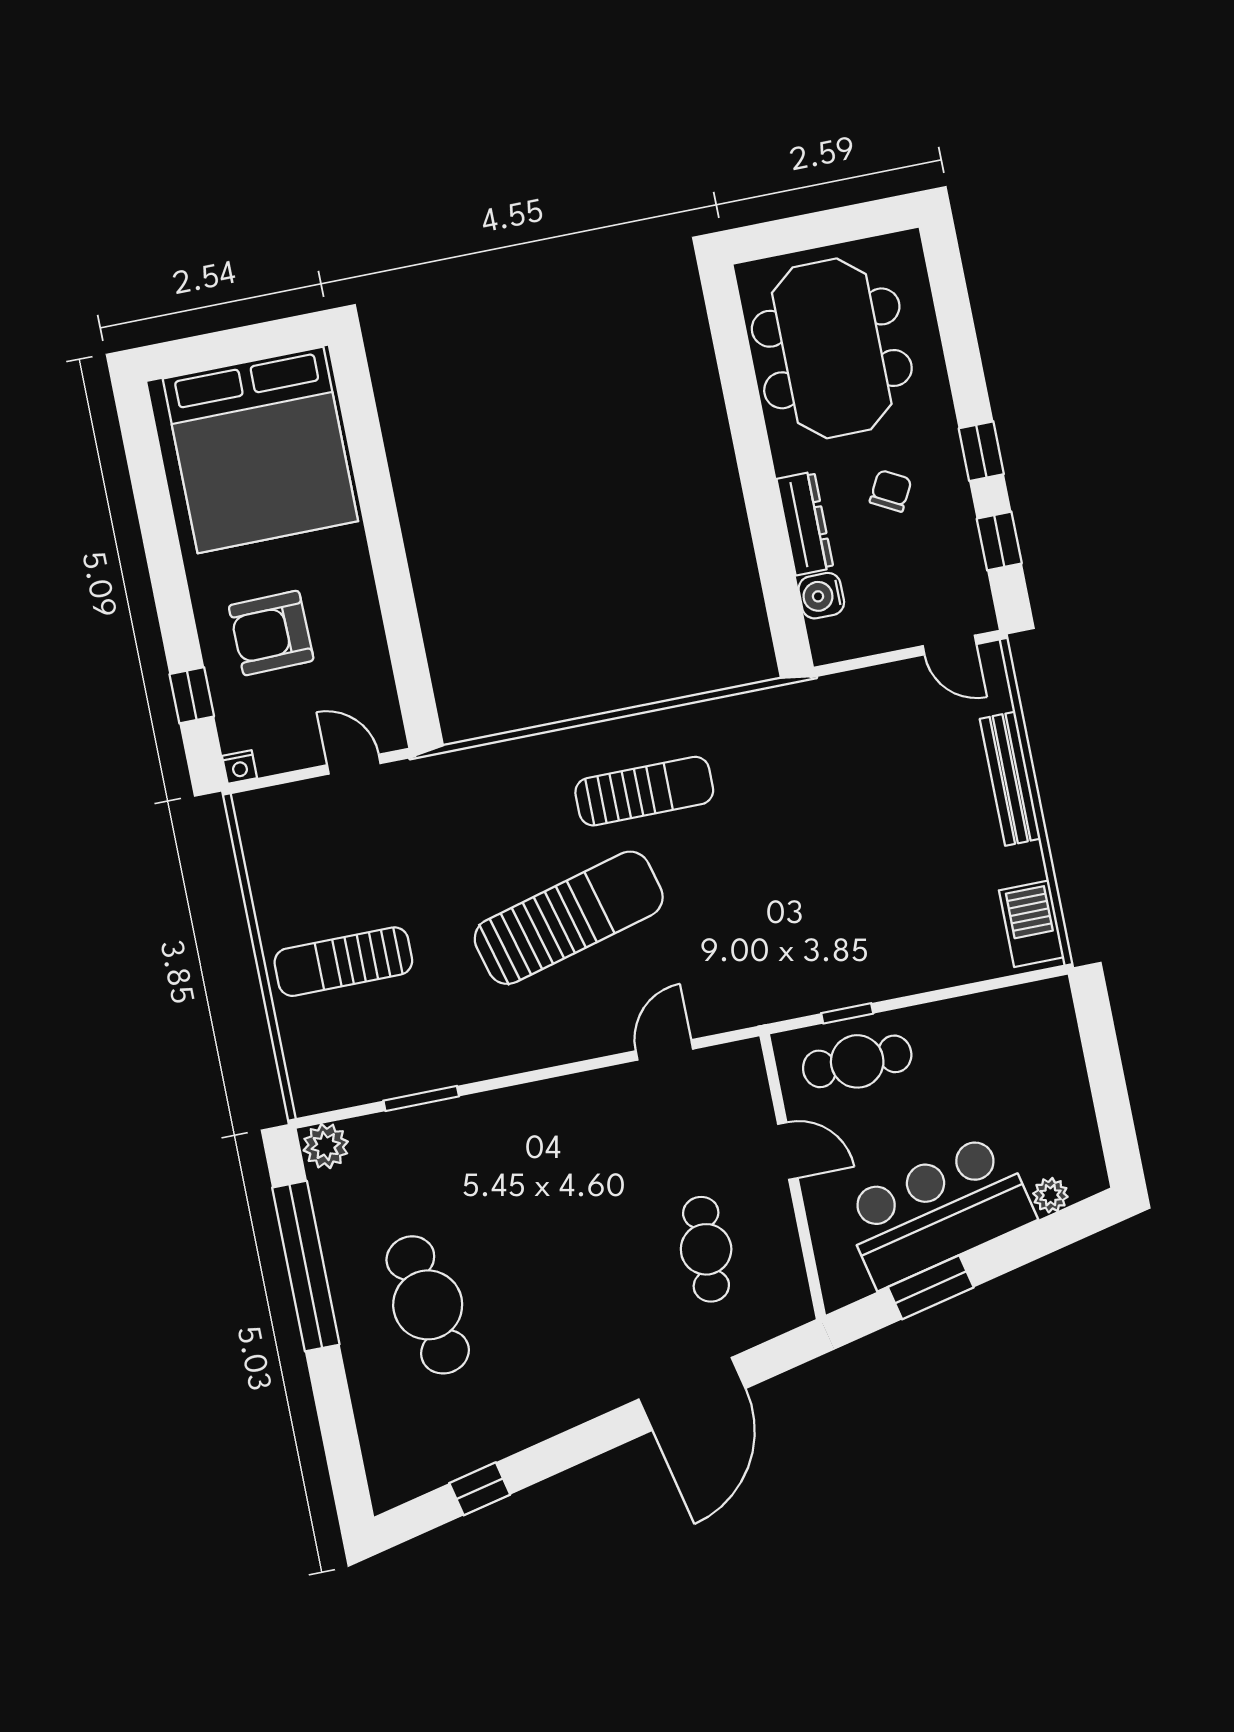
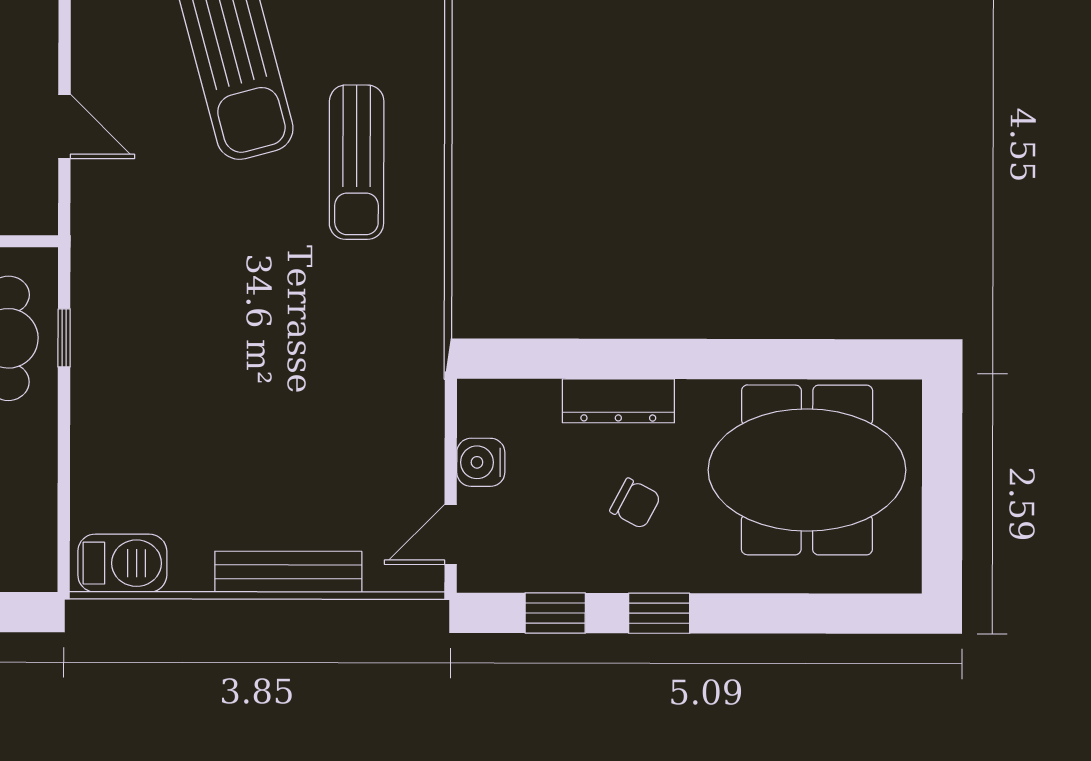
water cooler: (821, 596) -> (481, 462), moved, turned -90

